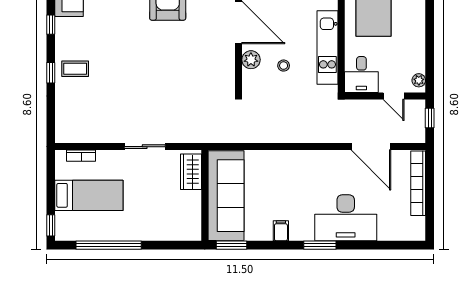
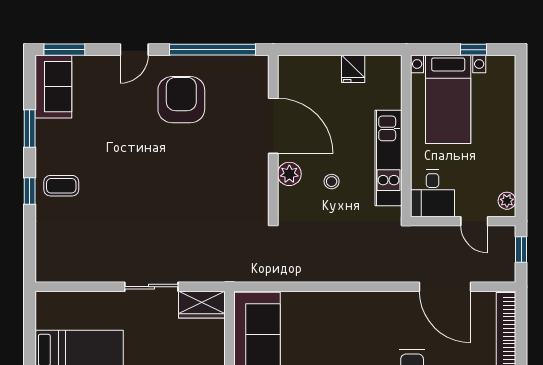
window: (51, 25) -> (30, 128), width x1.50
bookcase: (81, 156) -> (69, 298), removed
wardrobe: (191, 172) -> (202, 305), moved, turned -90

